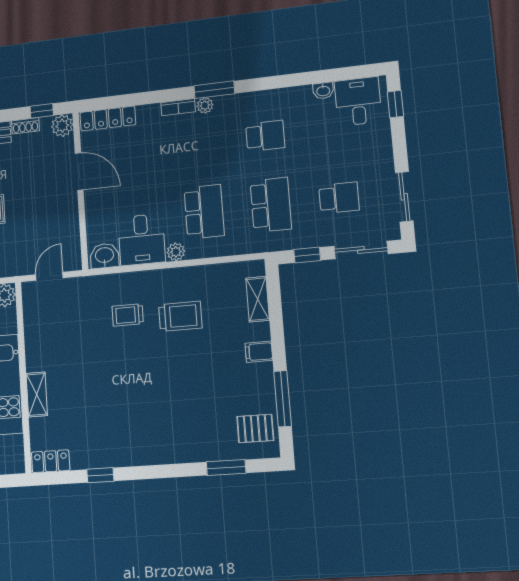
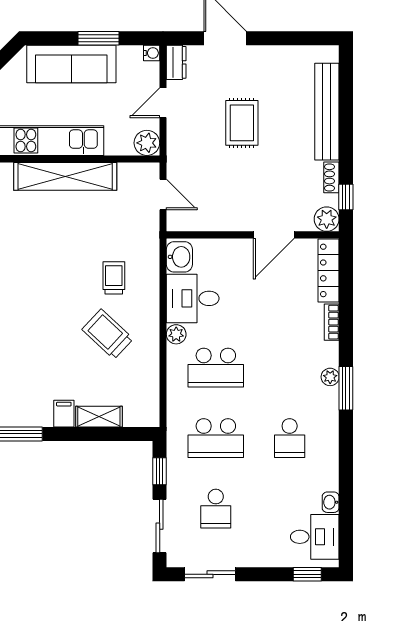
bookcase: (178, 107) -> (332, 322), moved
shelving: (258, 299) -> (99, 417), moved
trolley: (180, 316) -> (108, 334), turned 133
shelving: (37, 394) -> (65, 176), width x2.20, depth x1.33

